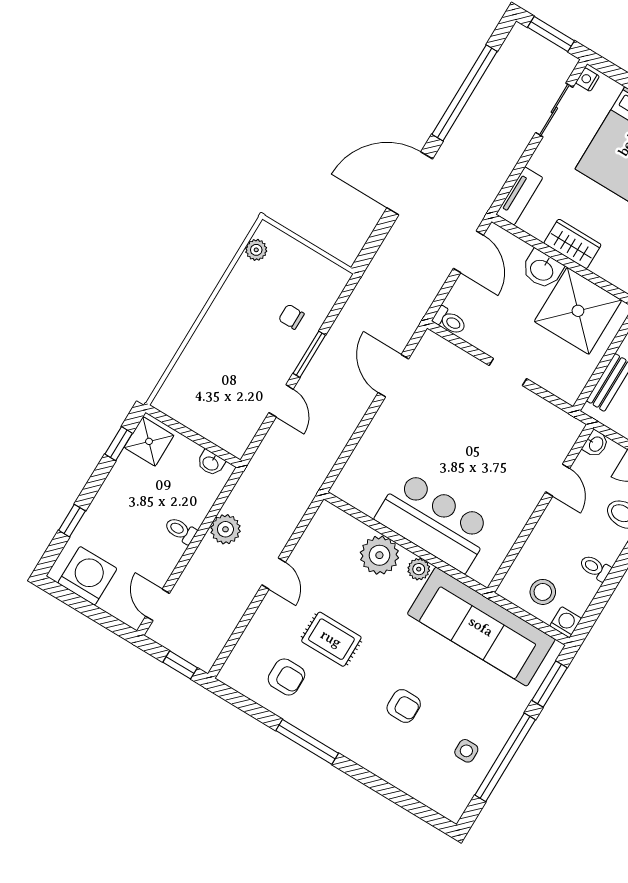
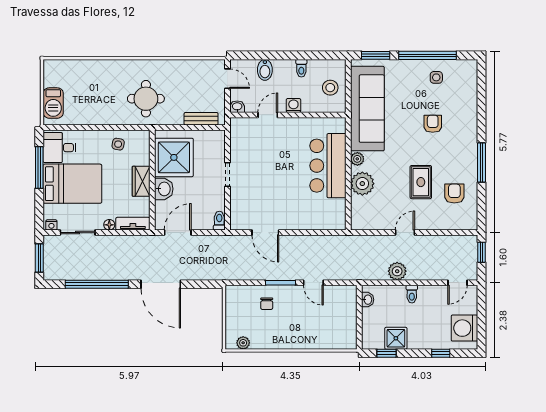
floor lamp: (538, 162) -> (109, 225), added
door: (393, 376) -> (265, 233), hinge flipped
door: (281, 401) -> (313, 283), swing flipped
shower: (149, 441) -> (396, 338), moved
washing machine: (566, 622) -> (293, 105), moved, turned 90

